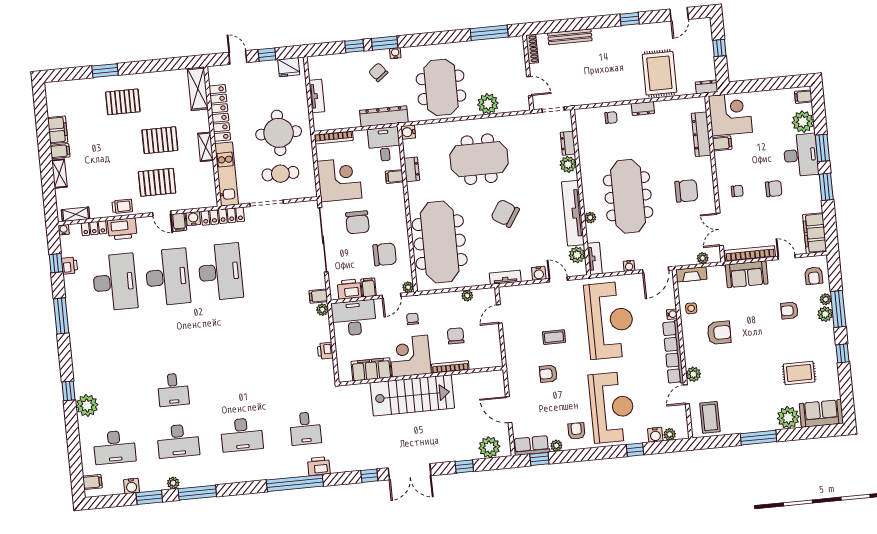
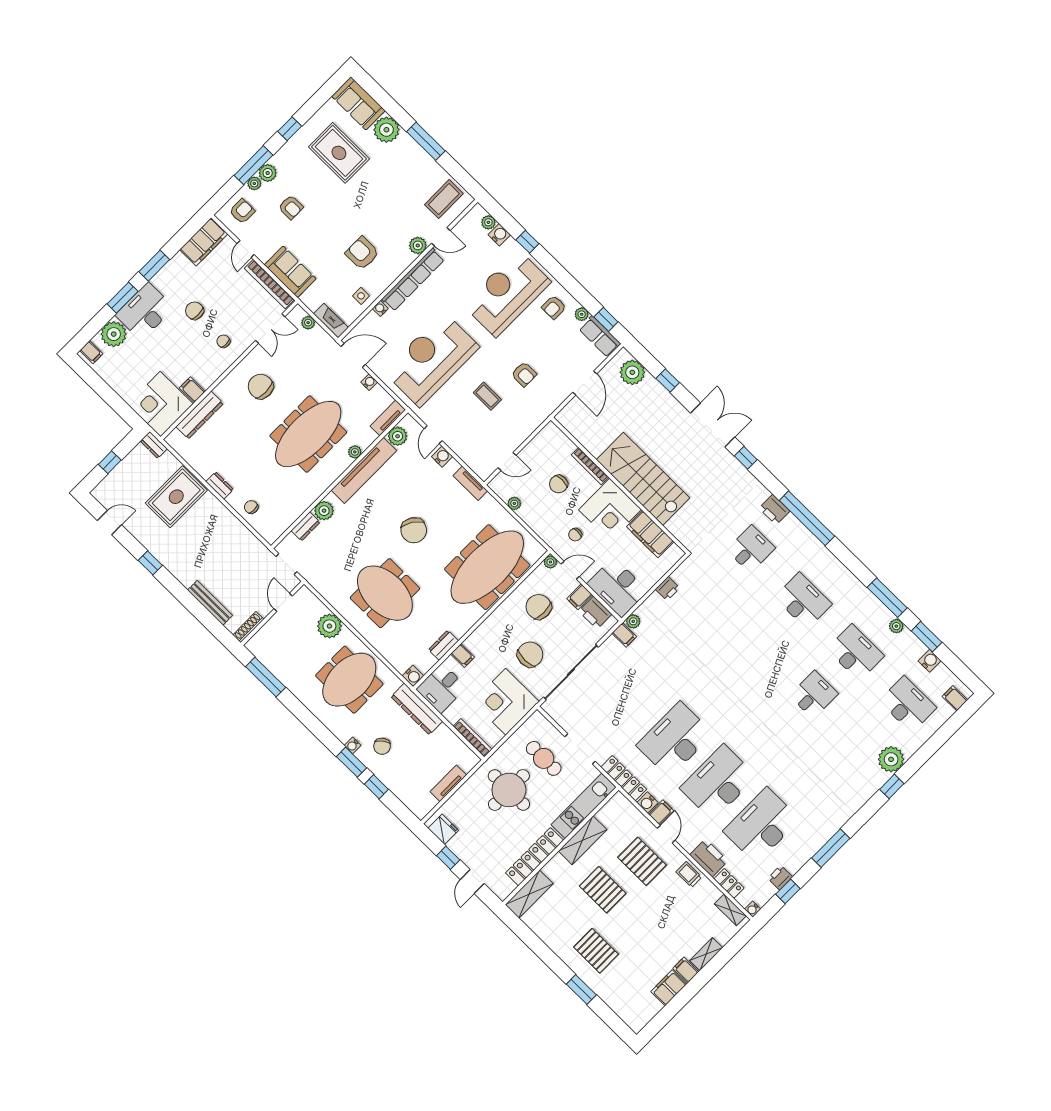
shelving: (206, 147) -> (583, 840), width x1.50, depth x1.33
rug: (799, 373) -> (339, 153), width x1.36, depth x1.43

